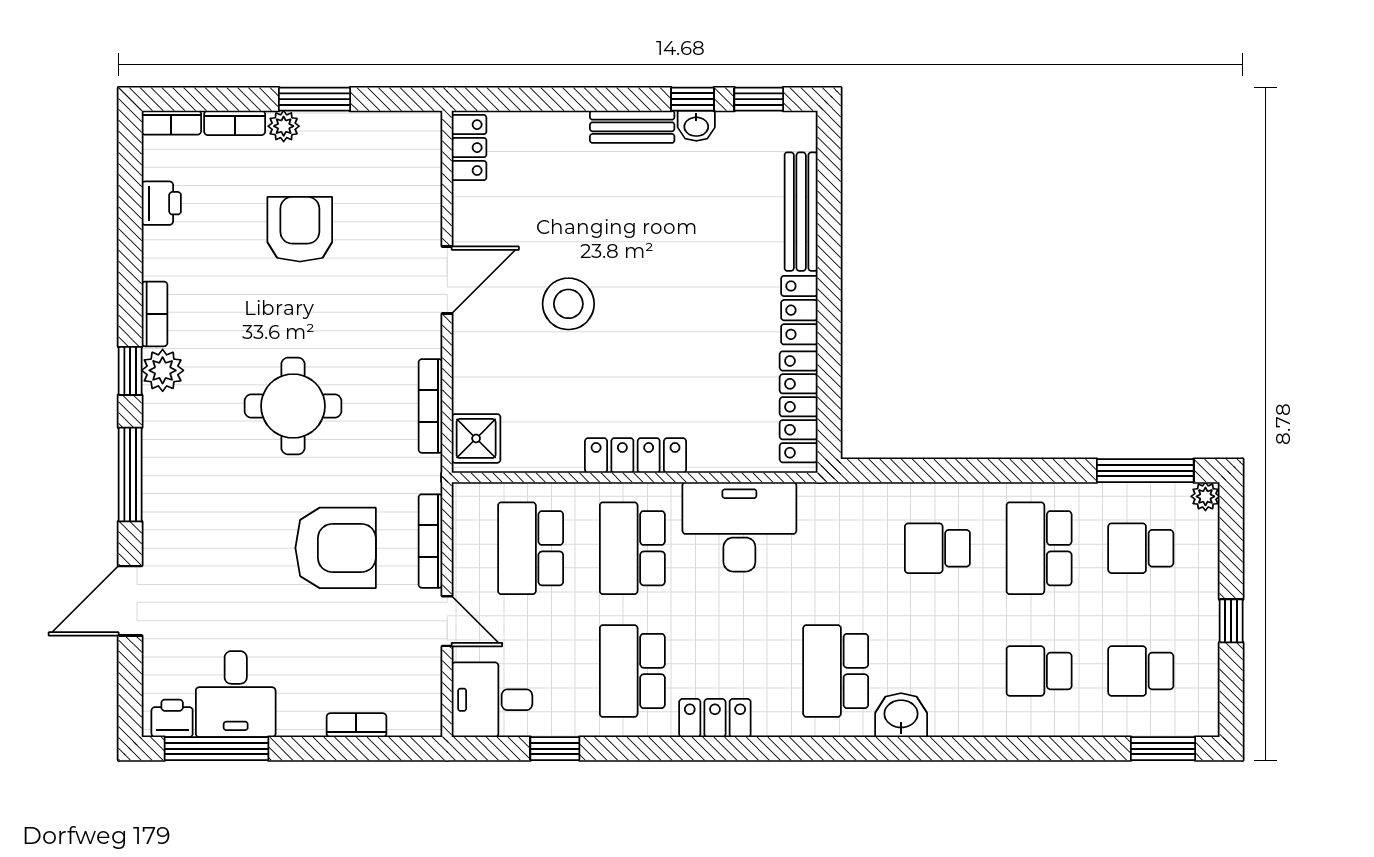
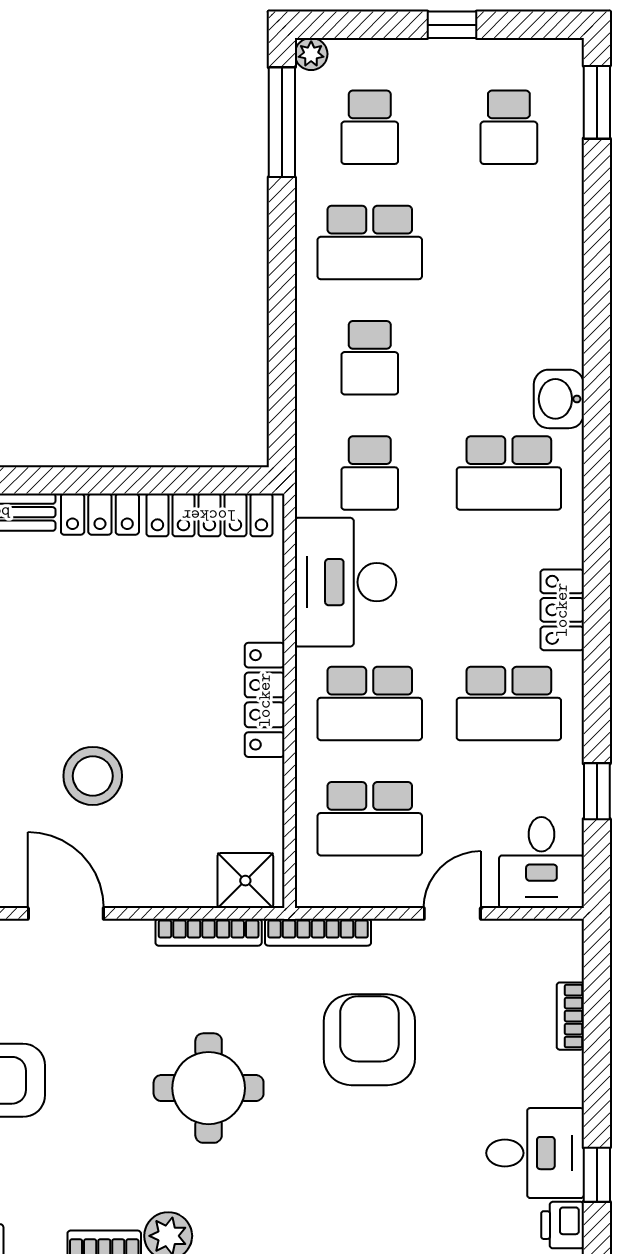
bookcase: (431, 541) -> (318, 932), moved
school desk: (1039, 671) -> (370, 473), moved
window: (217, 749) -> (597, 1175), width x0.46

